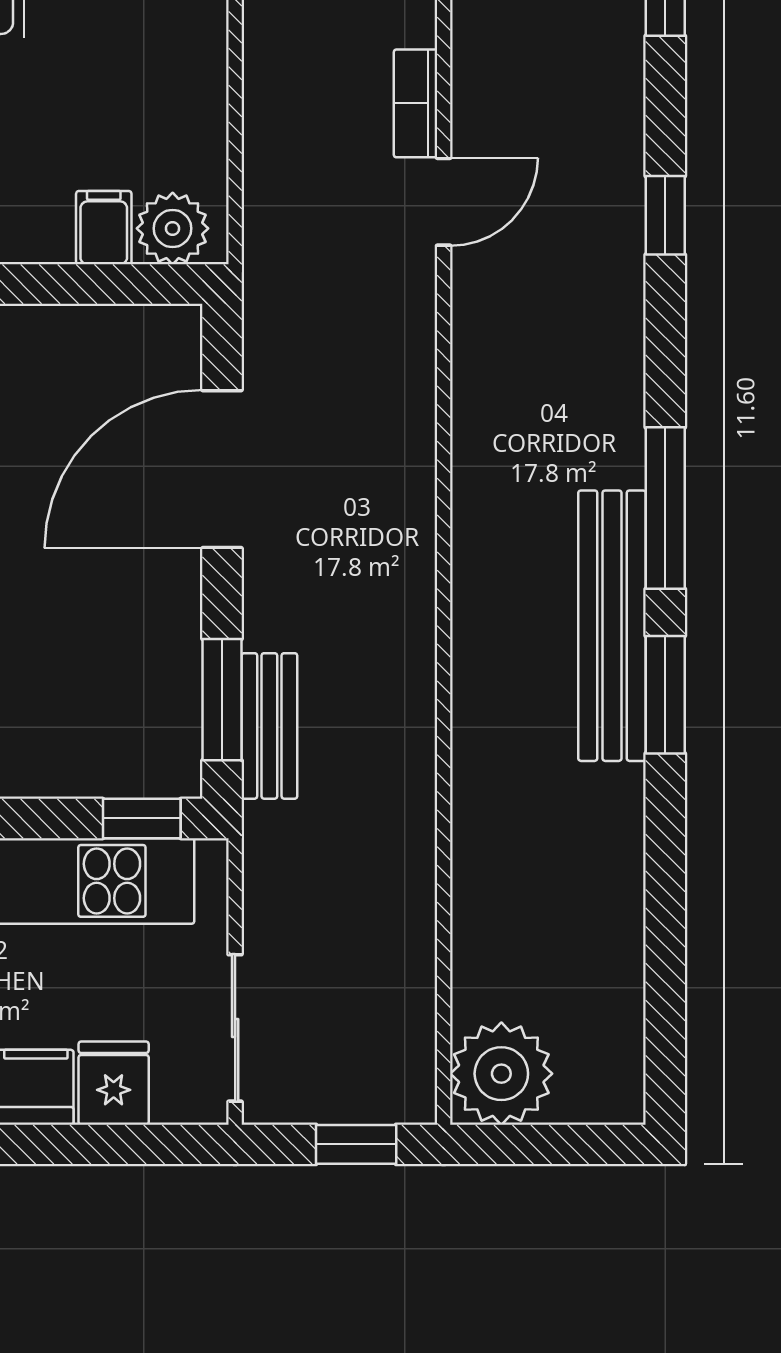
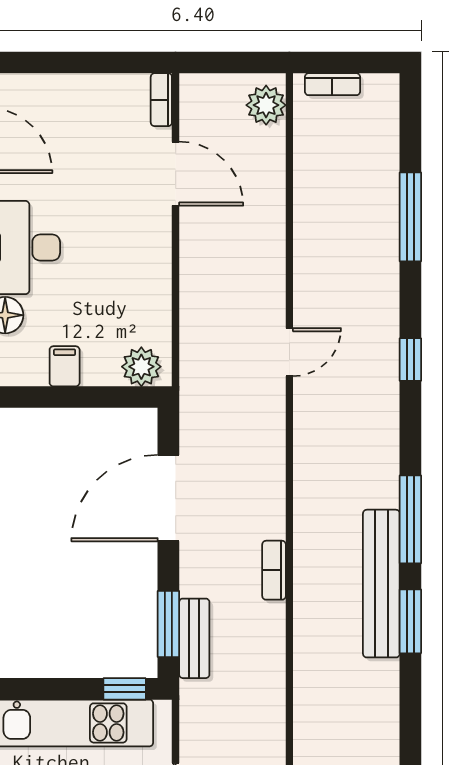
bookcase: (415, 103) -> (274, 570), moved
filing cabinet: (104, 228) -> (65, 366), moved

